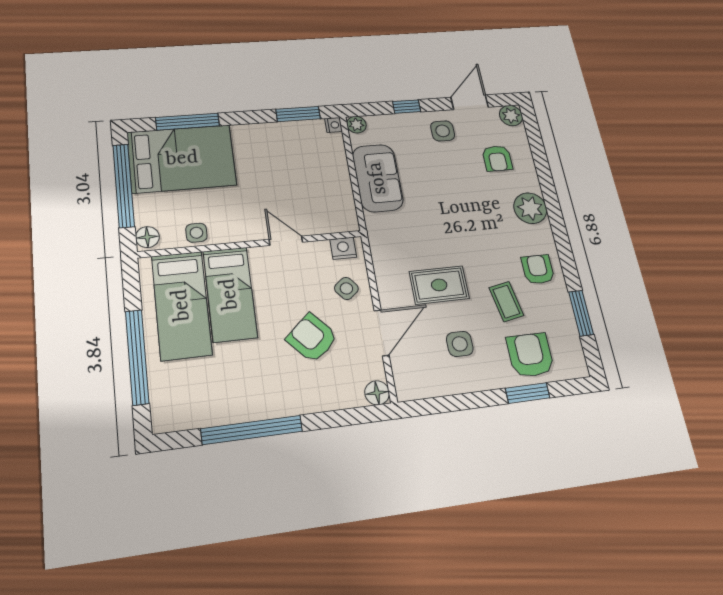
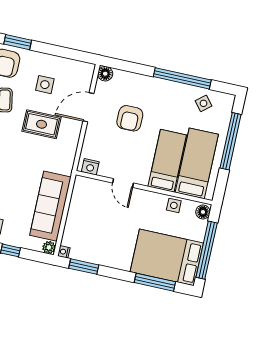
sofa: (378, 178) -> (50, 206), width x1.36
side table: (346, 288) -> (203, 103), moved
armchair: (312, 338) -> (130, 118), turned 42

